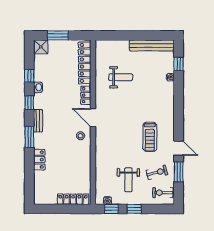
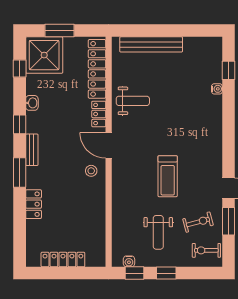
bench: (152, 45) -> (151, 44), moved
shower: (41, 47) -> (44, 55), width x1.86, depth x1.86
window: (29, 76) -> (20, 69), moved
weight bench: (121, 77) -> (133, 101), moved
treadmill: (150, 137) -> (168, 176), moved
locker: (73, 199) -> (63, 260), moved

